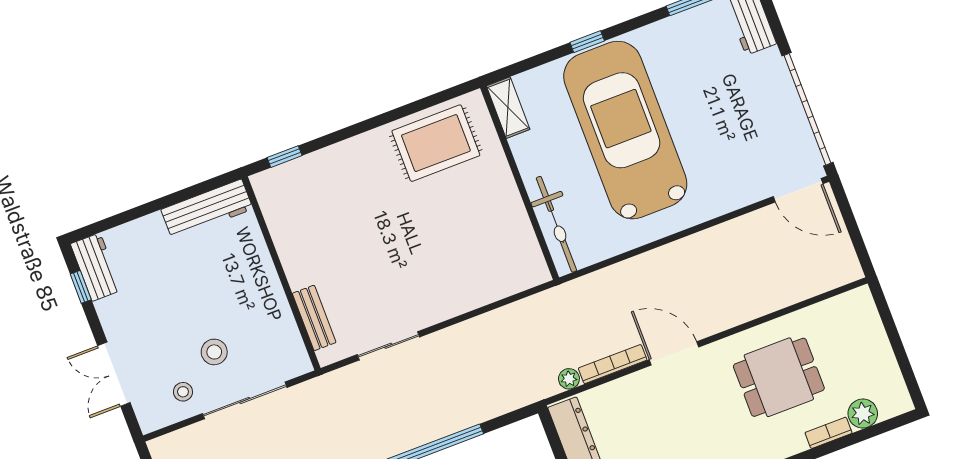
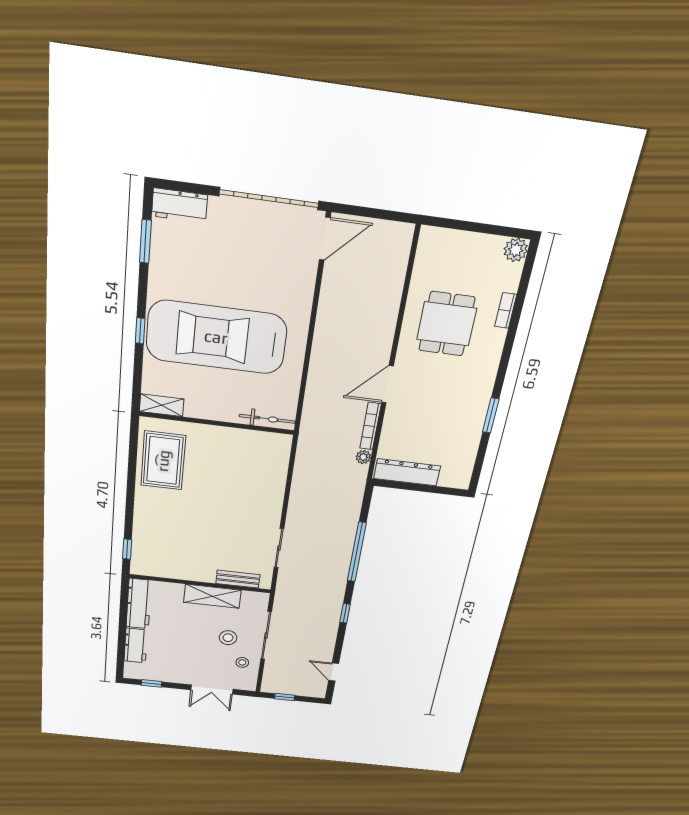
bicycle: (556, 224) -> (267, 419), width x0.73, depth x0.71
workbench: (96, 267) -> (136, 646), moved, turned 90
shelving: (270, 299) -> (212, 596), added
plant: (863, 414) -> (516, 250), moved

